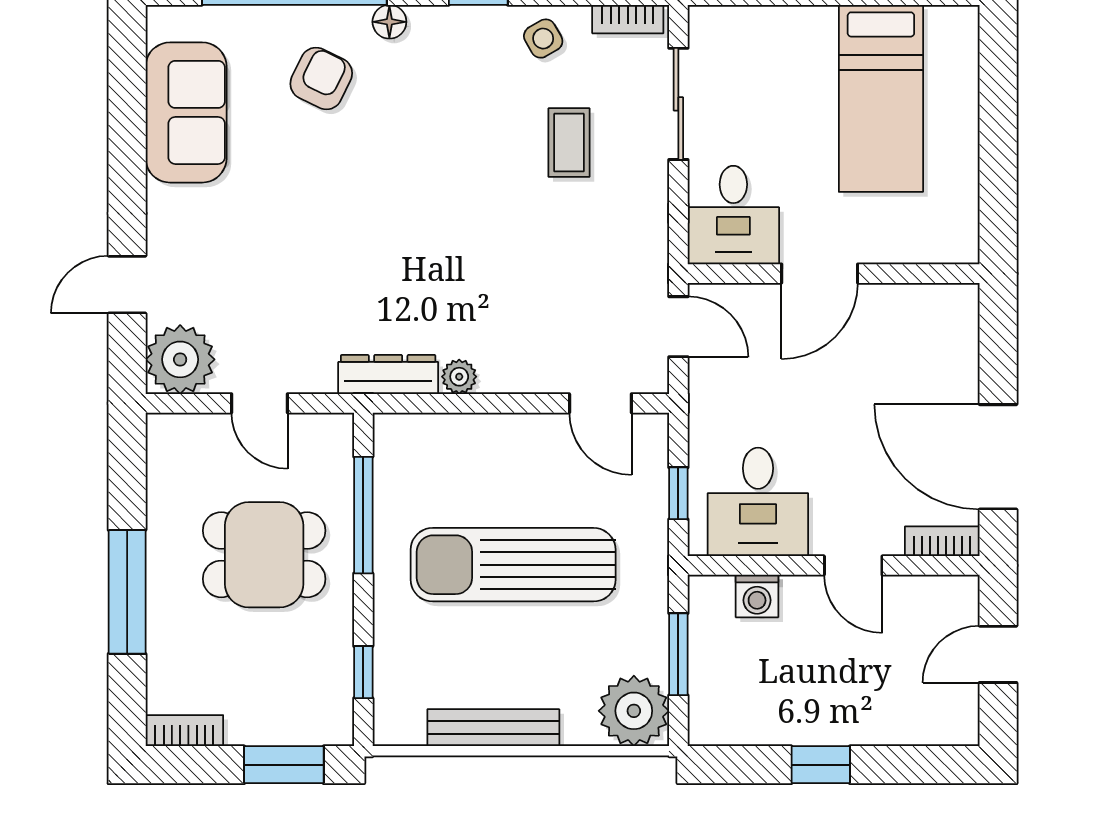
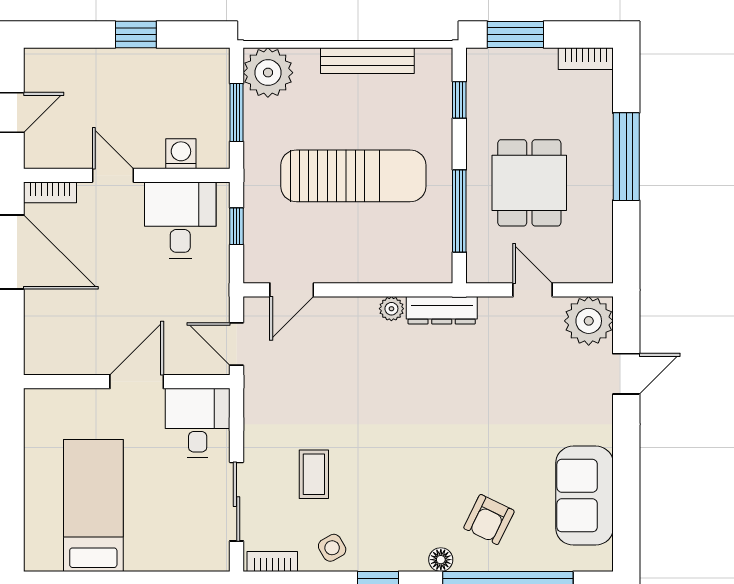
door: (600, 403) -> (292, 290), swing flipped
dining table: (264, 555) -> (529, 183), turned 90

